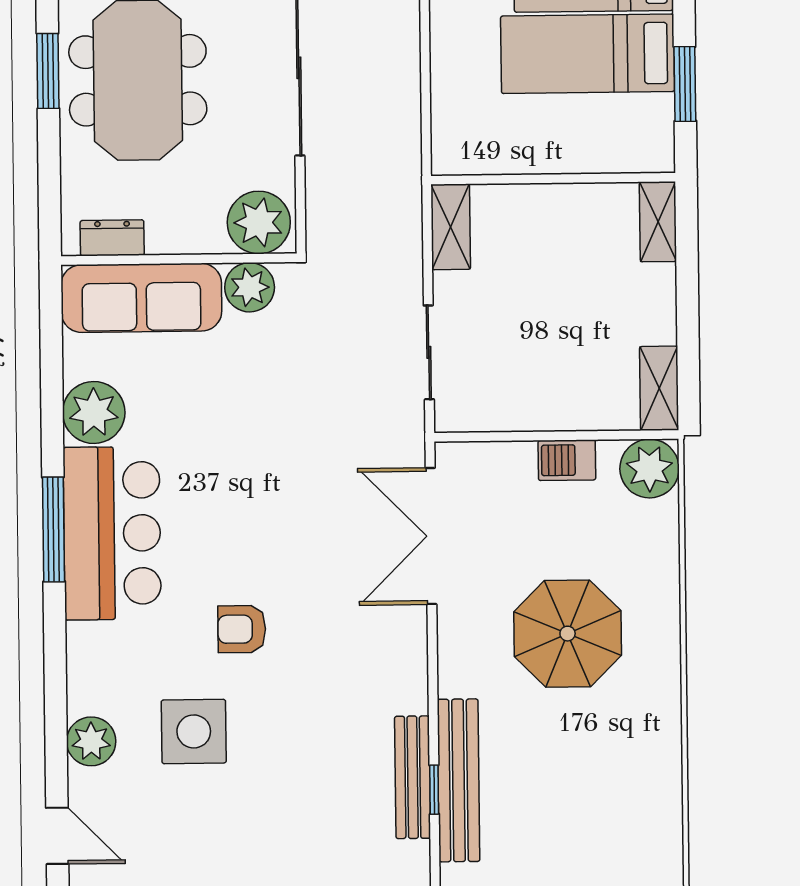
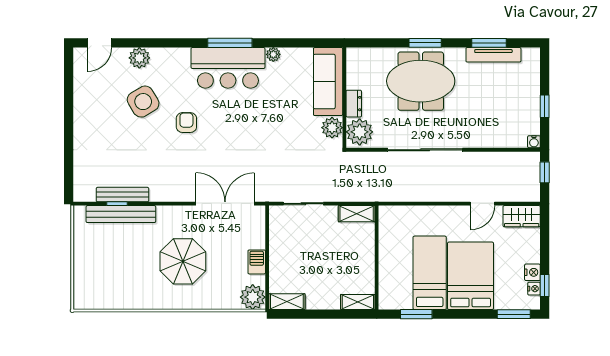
dresser: (112, 238) -> (354, 104), moved
plant: (94, 412) -> (273, 54), width x0.53, depth x0.53
side table: (194, 731) -> (143, 102), turned -31

